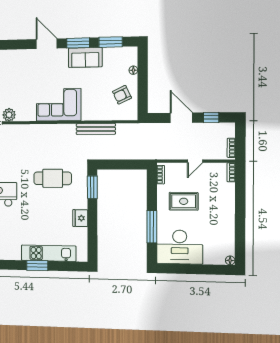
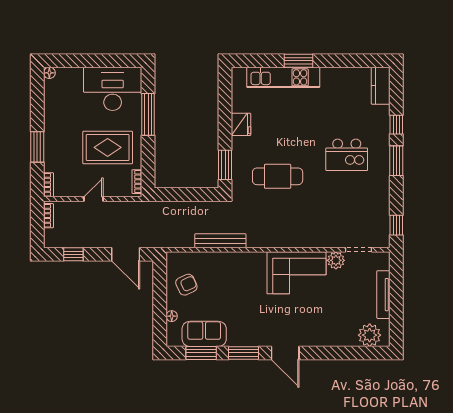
sofa: (85, 57) -> (204, 334), moved
corner sofa: (59, 105) -> (297, 273), moved
door: (181, 118) -> (126, 254), moved
rug: (184, 201) -> (108, 147), width x1.36, depth x1.43
window: (240, 202) -> (37, 147), added

